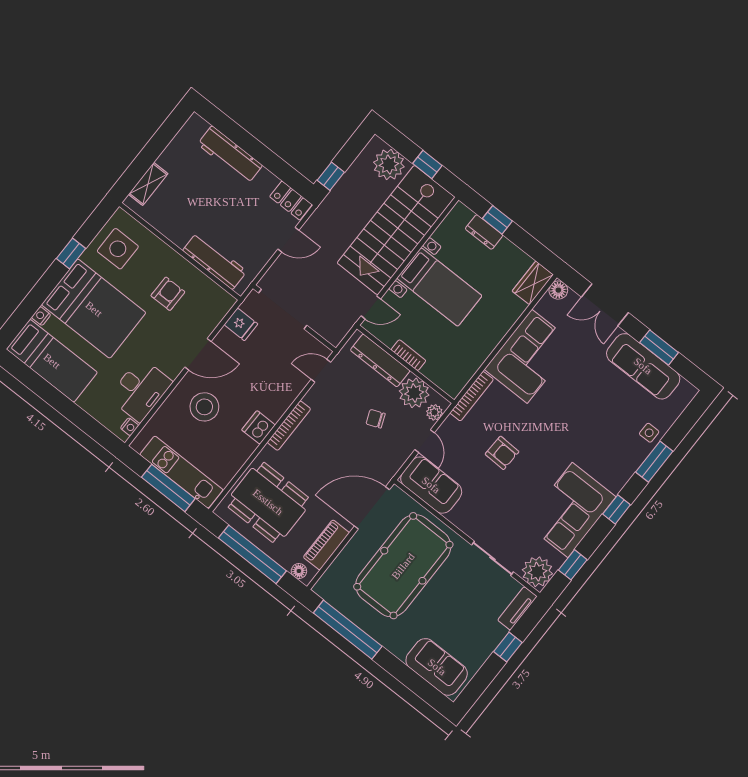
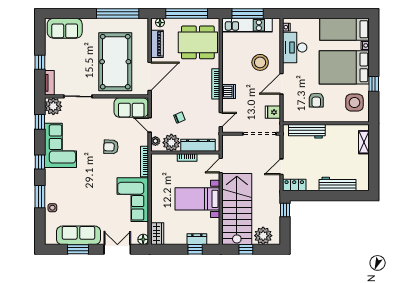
dishwasher: (258, 427) -> (229, 92), moved

